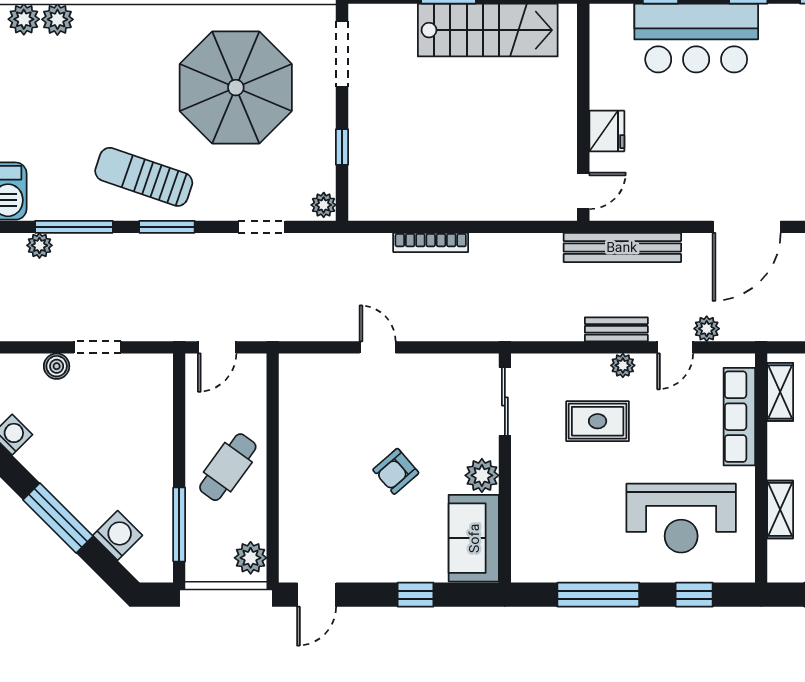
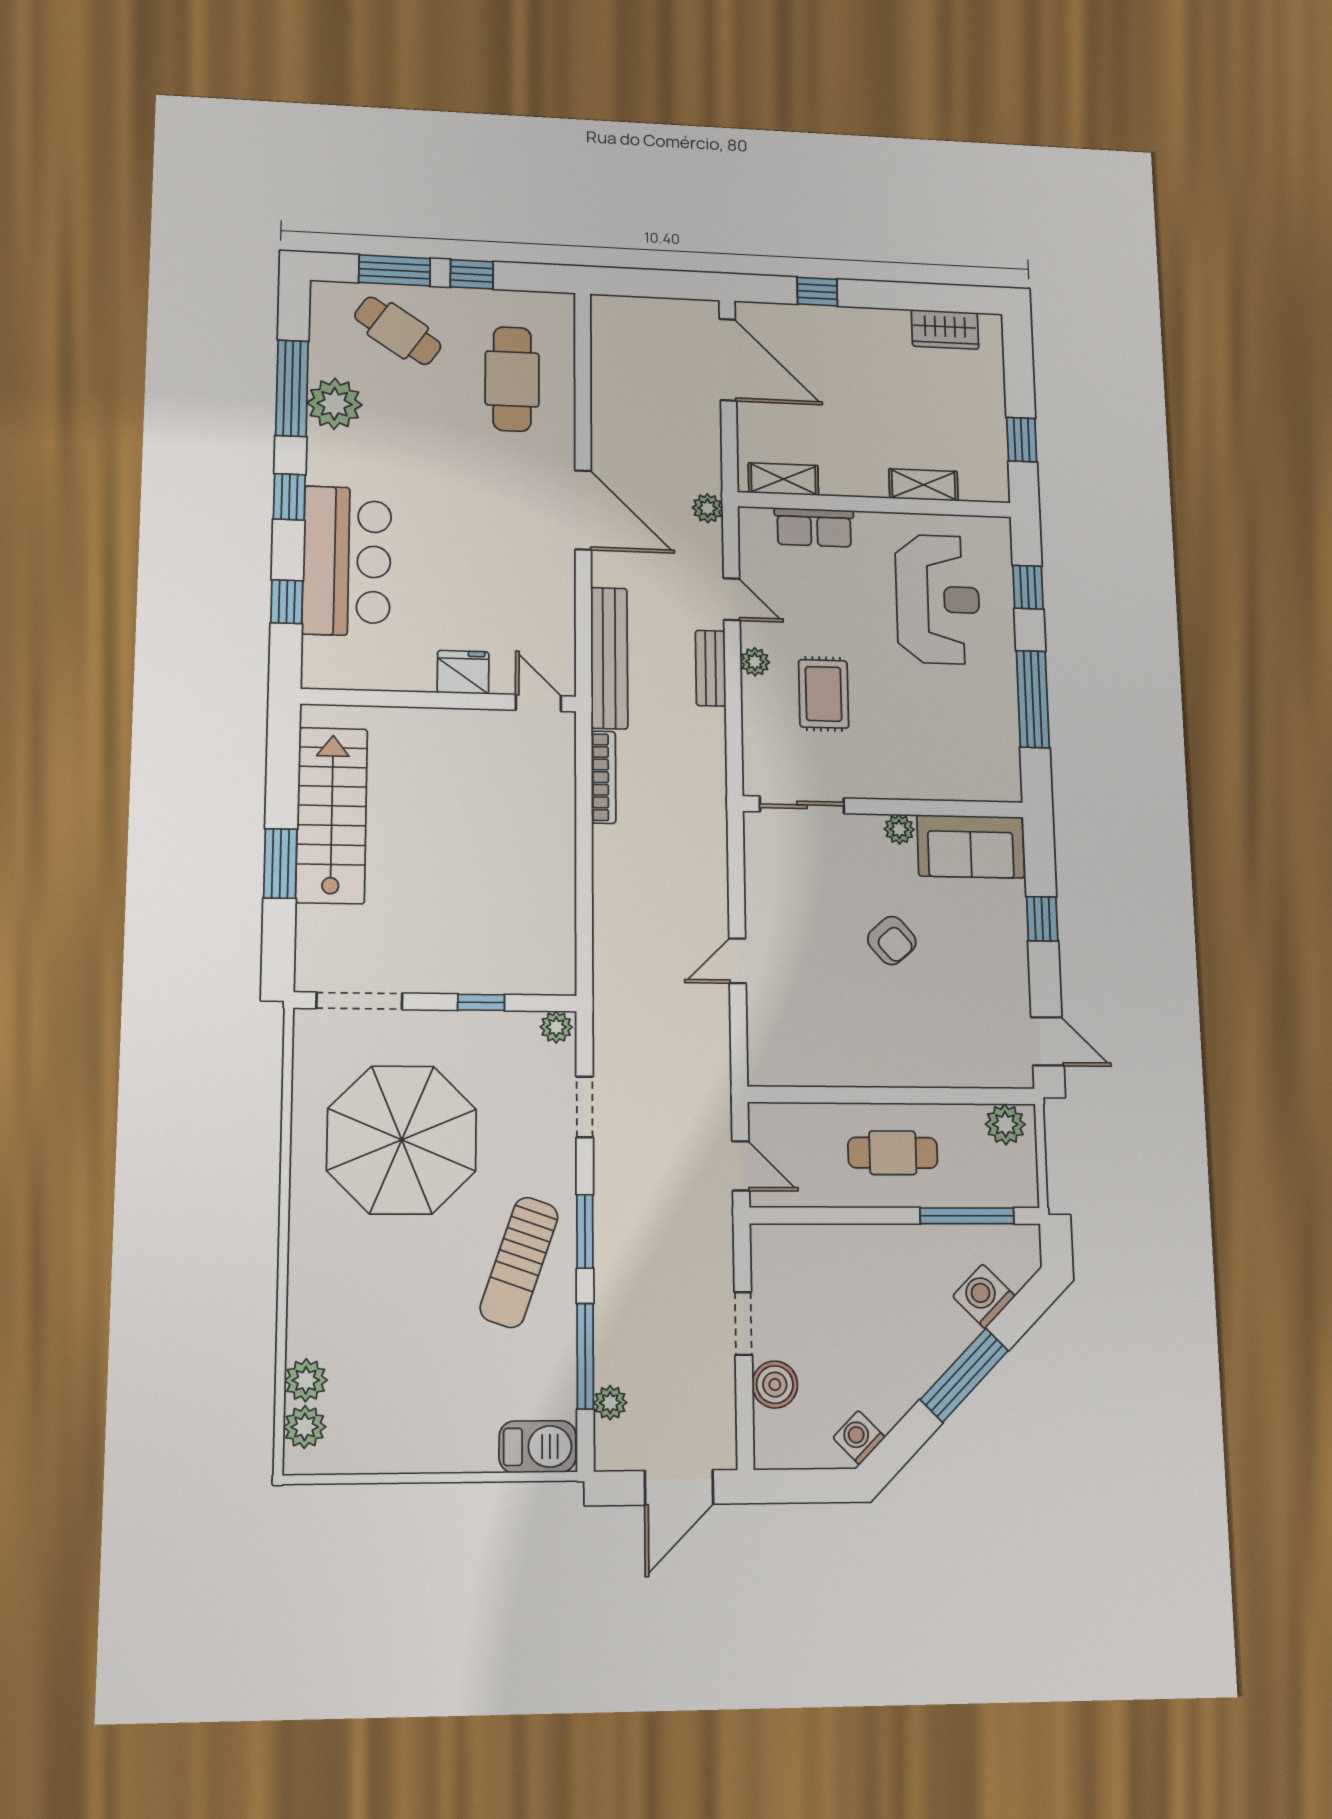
bookcase: (431, 242) -> (603, 777), moved
plant: (707, 329) -> (708, 508), moved
boiler: (57, 366) -> (775, 1385), width x1.36, depth x1.36
row of seats: (739, 417) -> (814, 527), width x0.68
cafe table: (228, 467) -> (893, 1153), turned -36
plant: (482, 475) -> (899, 829), width x0.73, depth x0.73

